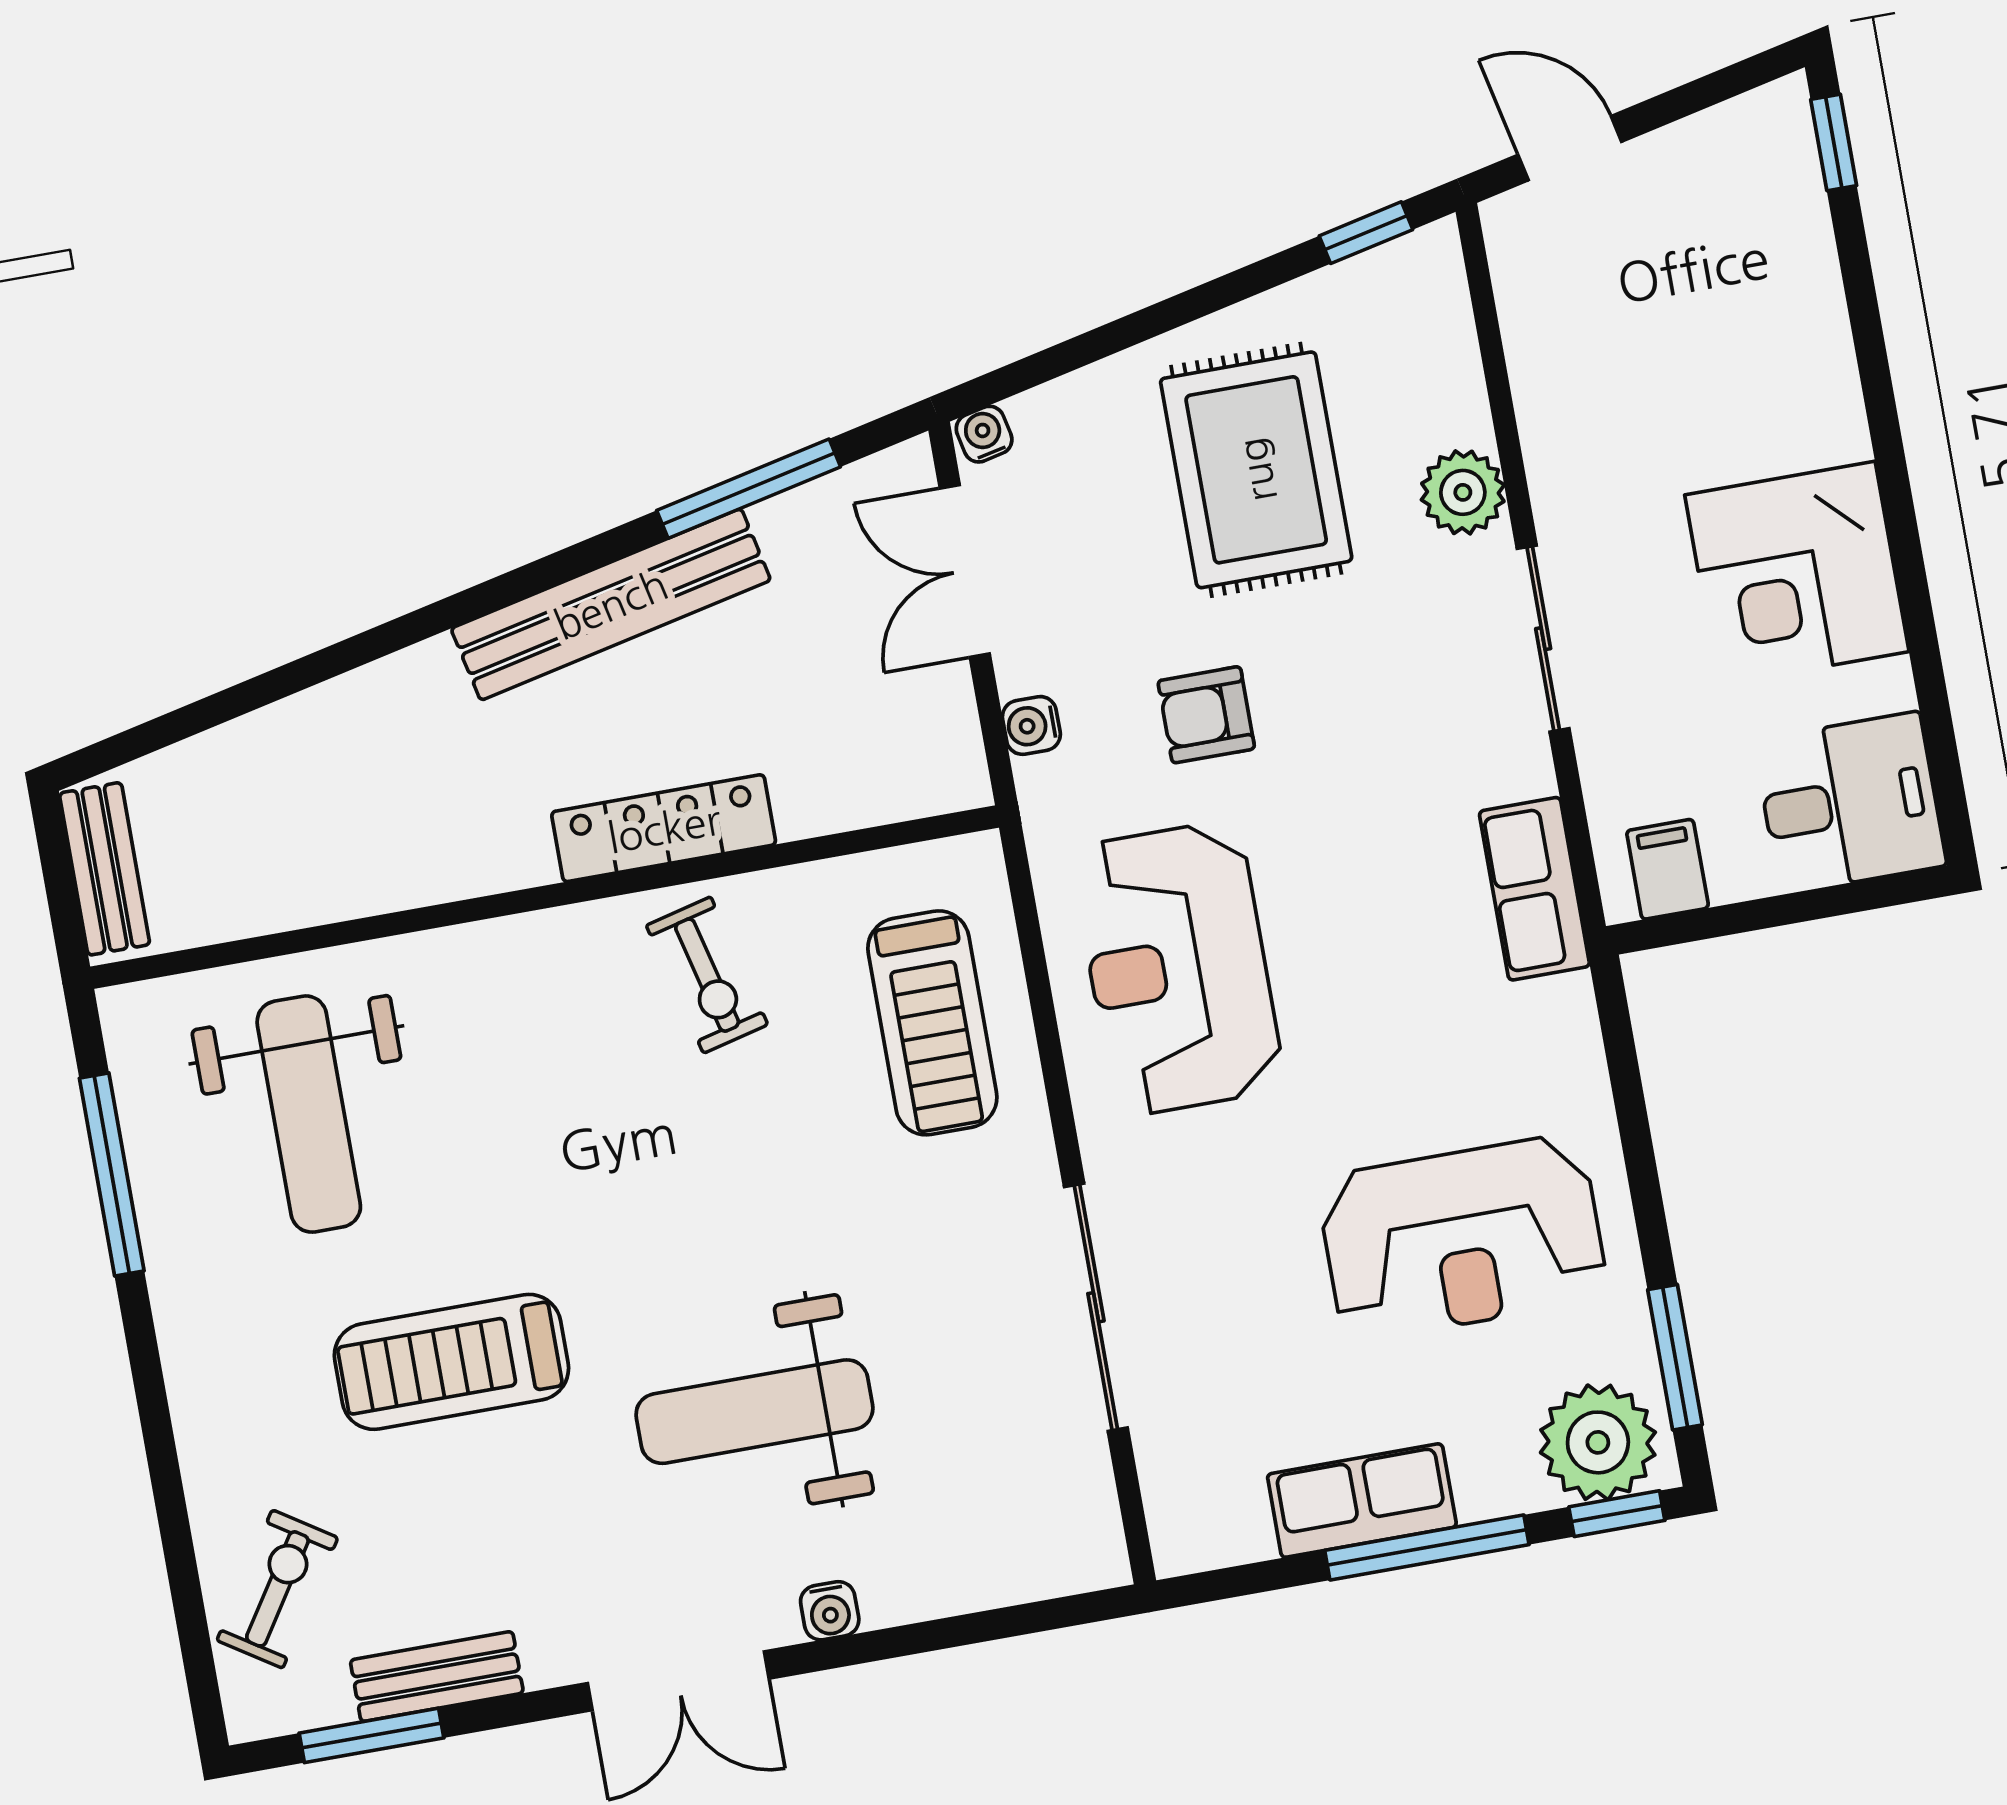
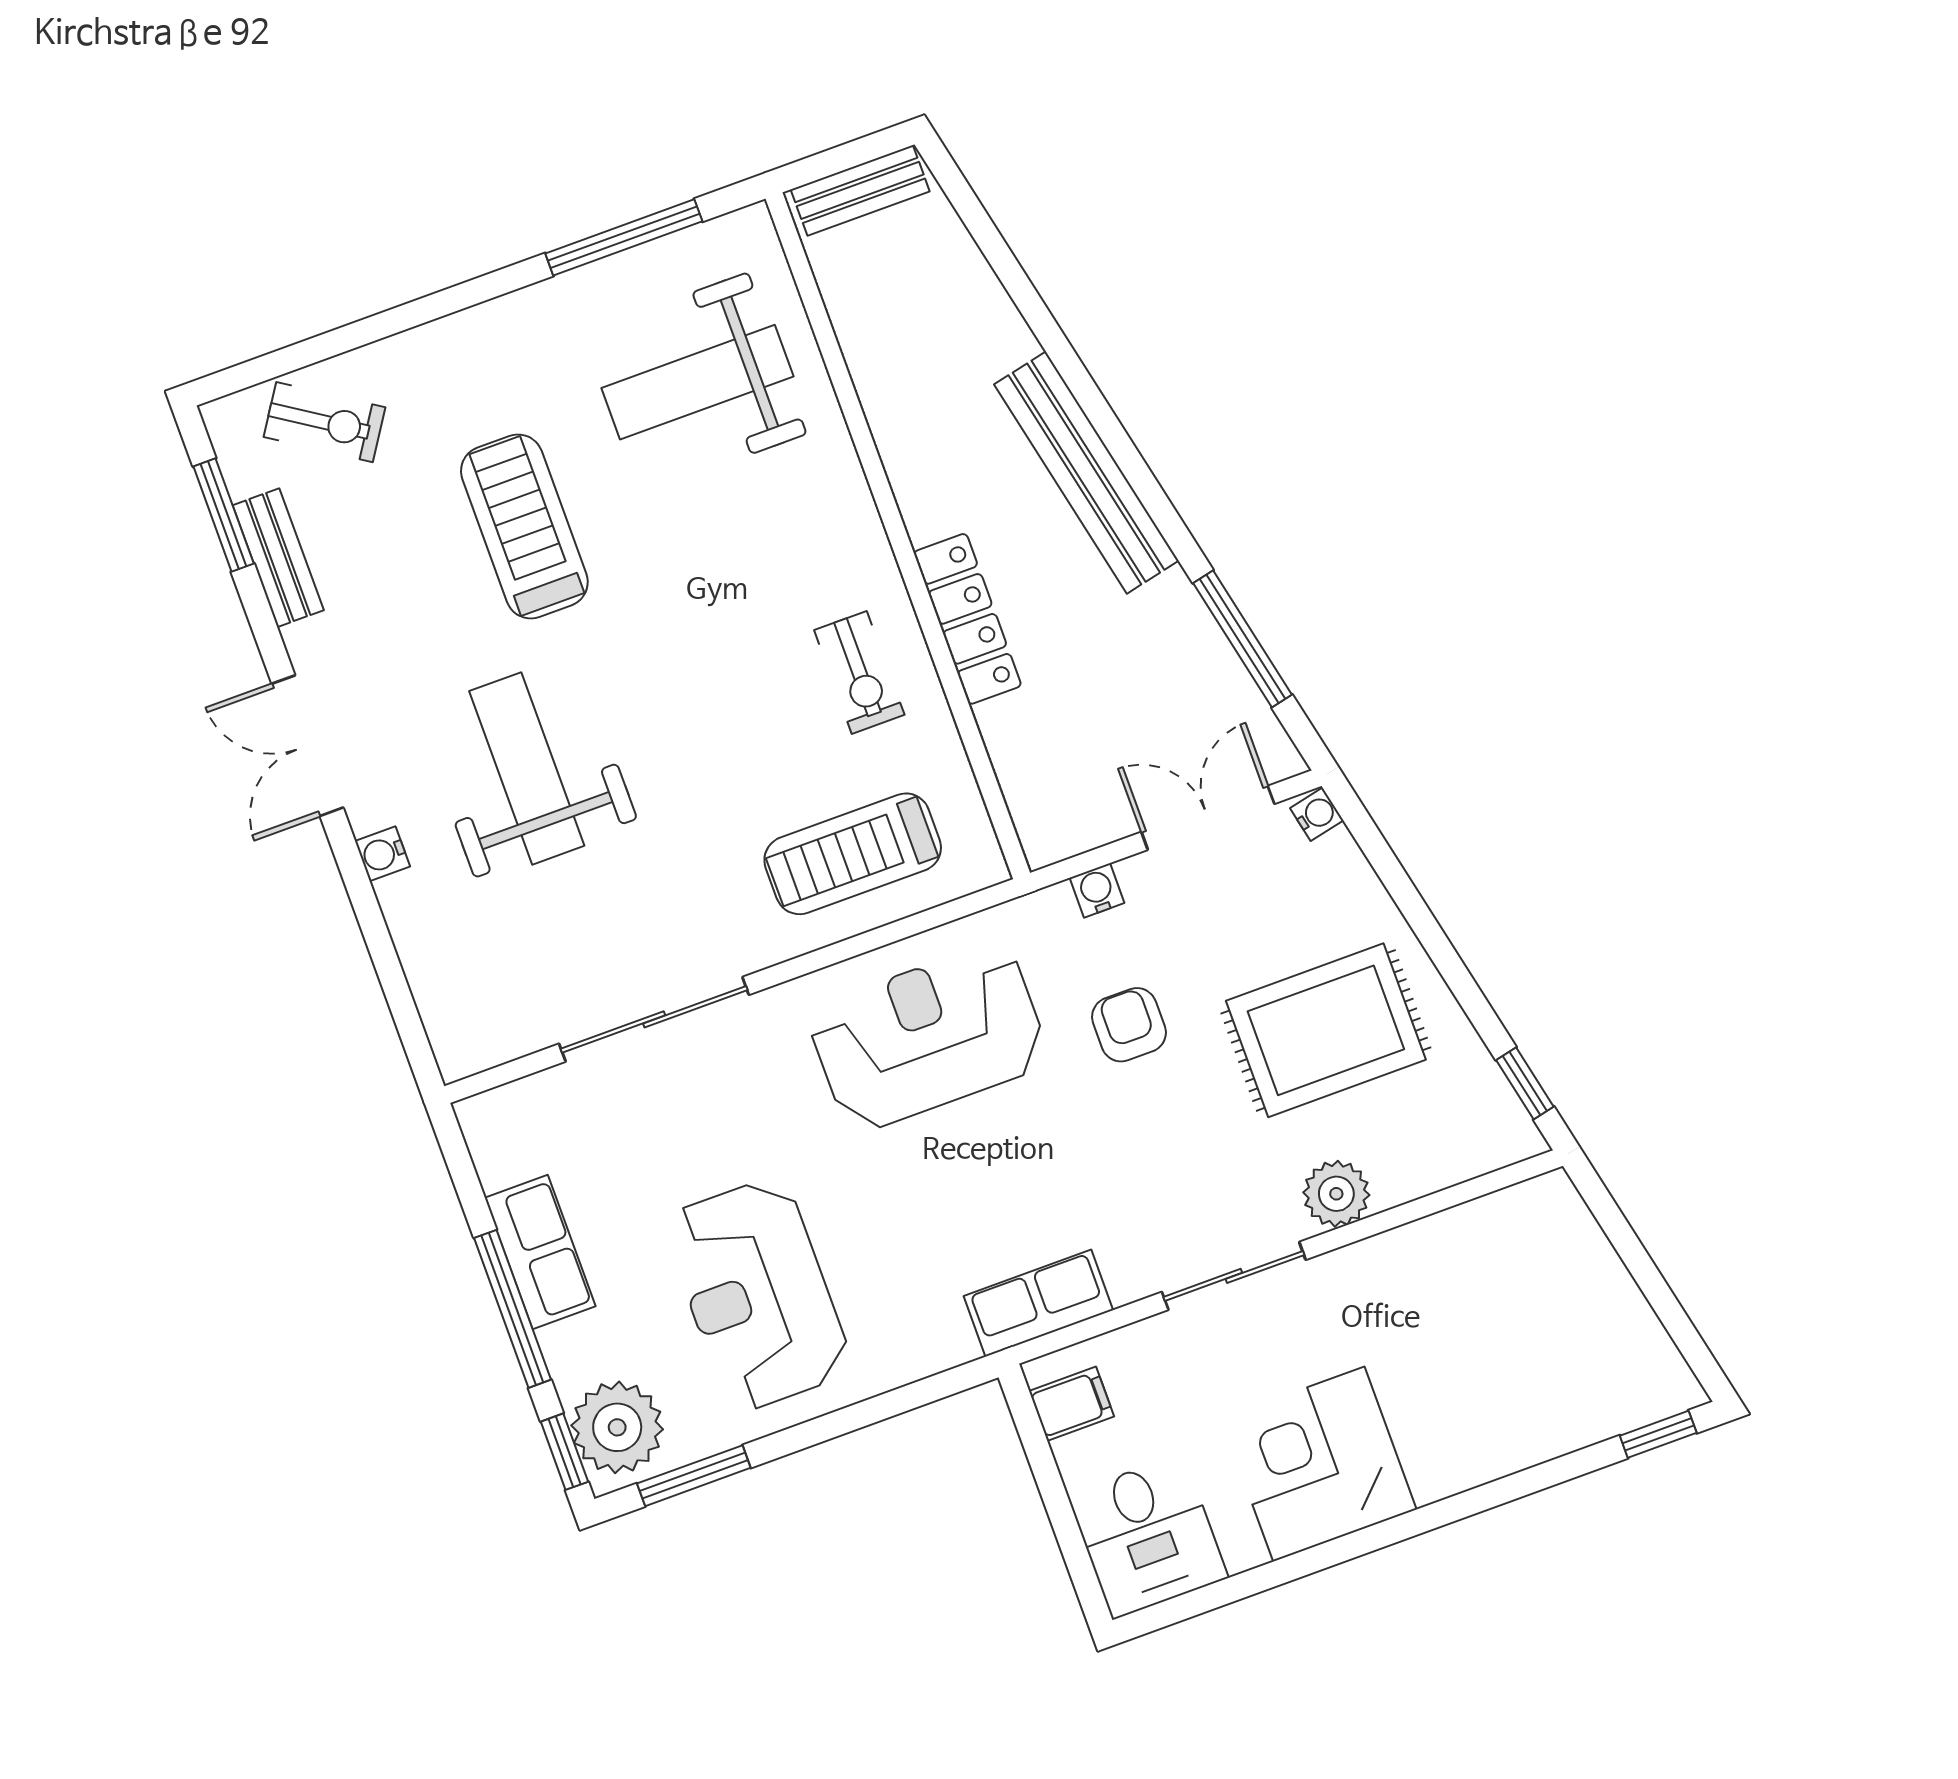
door: (1570, 148) -> (1618, 1230), removed
bench: (611, 604) -> (1086, 473), moved
exercise bike: (707, 975) -> (859, 672), turned -76

